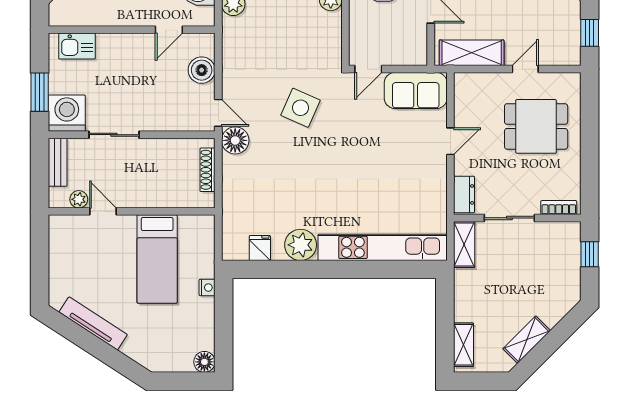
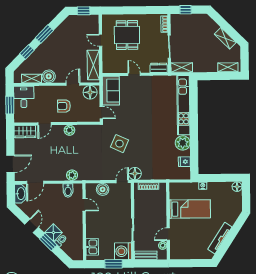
floor lamp: (413, 45) -> (90, 92), added

